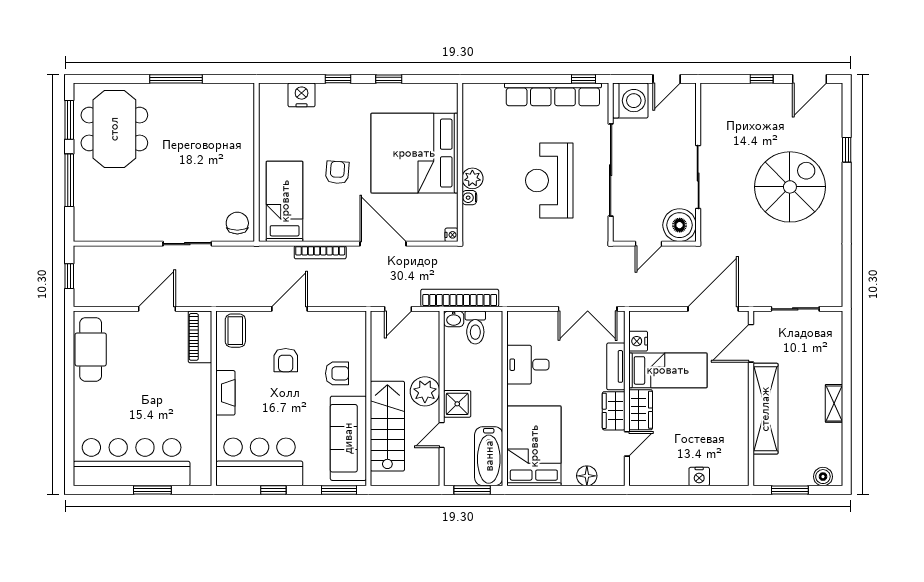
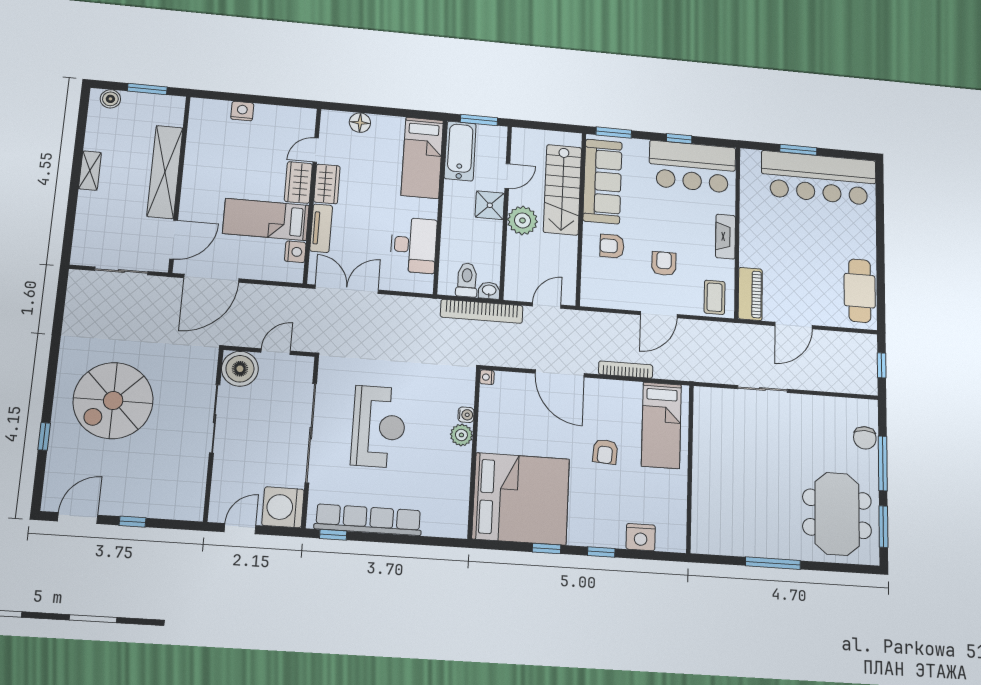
bed: (414, 153) -> (521, 499), moved
chair: (237, 223) -> (865, 438), moved
desk: (528, 365) -> (413, 245), width x1.37
bed: (534, 446) -> (422, 158), width x0.67

